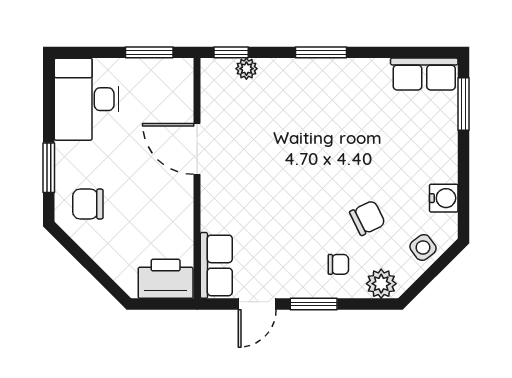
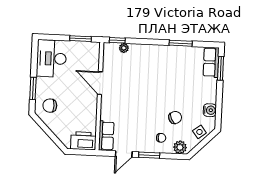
window: (321, 52) -> (181, 43), moved
row of seats: (424, 74) -> (211, 62), moved, turned 90

